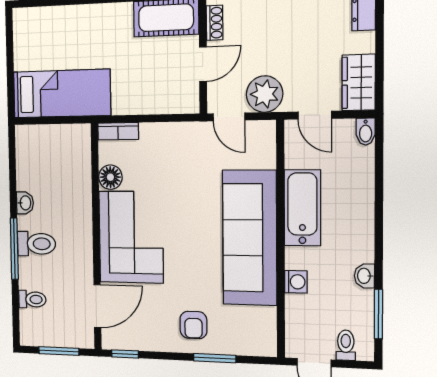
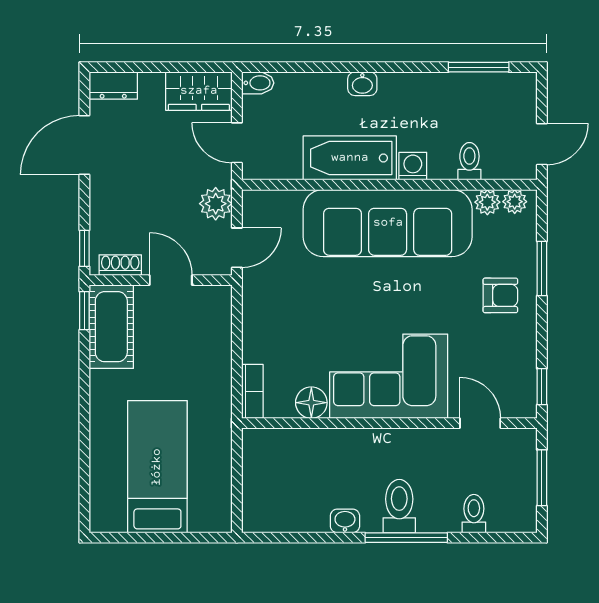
bed: (62, 94) -> (157, 467), moved
plant: (265, 94) -> (216, 204), width x0.73, depth x0.73
door: (315, 115) -> (237, 143), swing flipped
washbasin: (364, 276) -> (362, 84), moved
washing machine: (296, 282) -> (413, 166), moved
door: (97, 306) -> (480, 423), width x0.73
plant: (267, 317) -> (487, 202), added
plant: (267, 339) -> (515, 202), added
toilet: (346, 345) -> (469, 161), moved, turned 90

